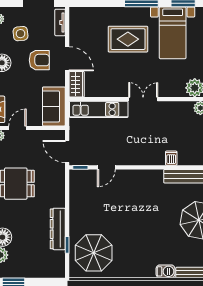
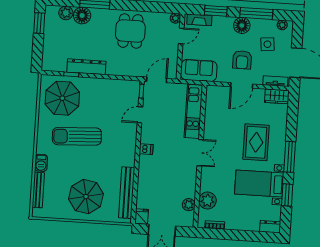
wardrobe: (77, 84) -> (277, 96), moved
door: (17, 128) -> (181, 36), hinge flipped
dishwasher: (171, 158) -> (146, 149), moved
door: (106, 167) -> (140, 115), hinge flipped
sun lounger: (134, 234) -> (77, 136), added

